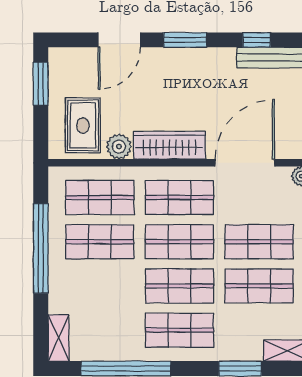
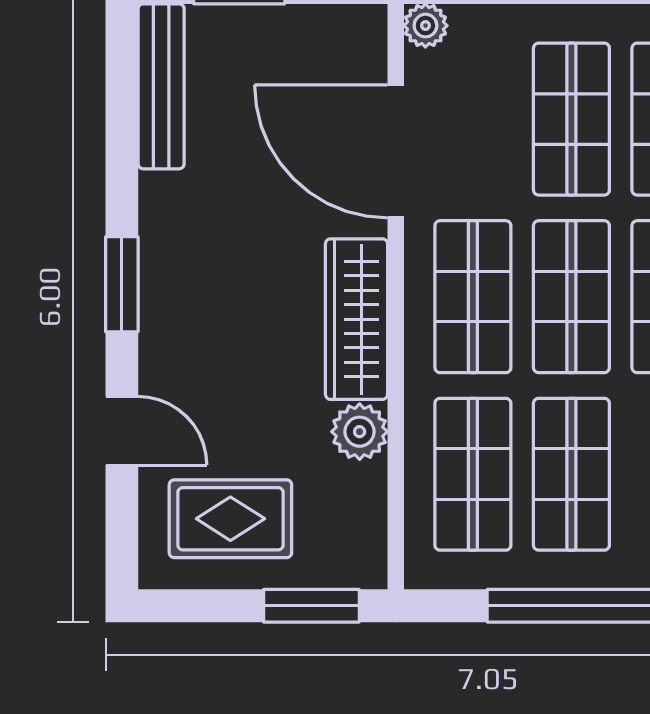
door: (119, 40) -> (122, 431), width x0.73
window: (257, 40) -> (122, 125), removed
window: (41, 84) -> (311, 606), moved
rug: (83, 125) -> (230, 519), moved

